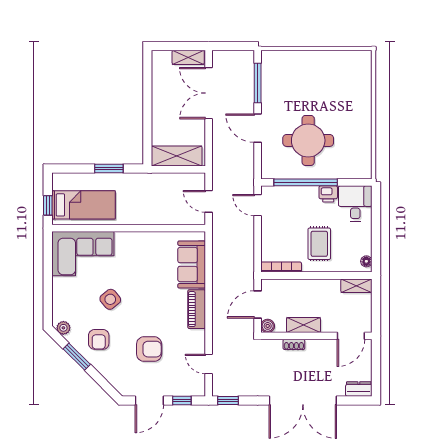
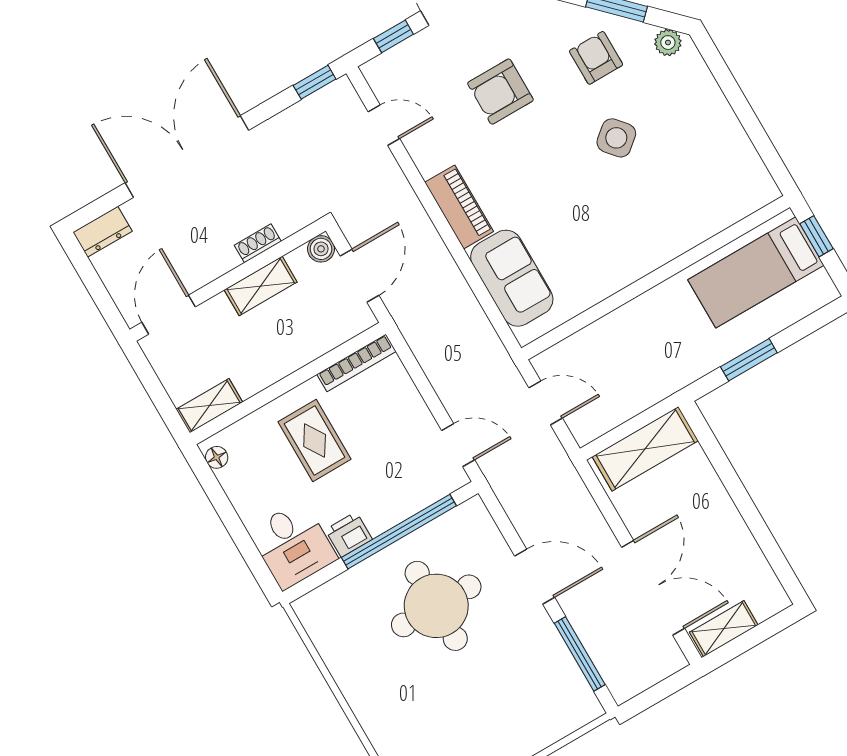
corner sofa: (83, 254) -> (708, 189), removed

